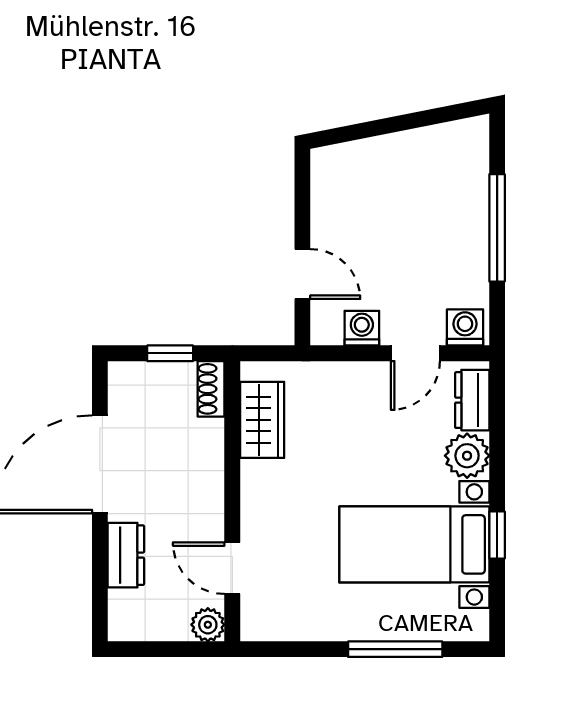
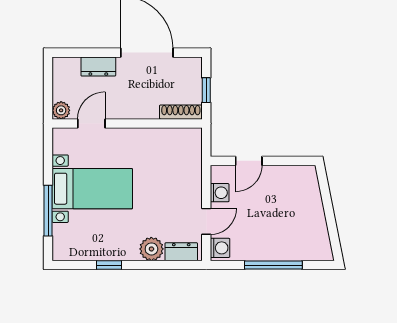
door: (415, 353) -> (206, 221), swing flipped
shoe rack: (211, 389) -> (181, 112), width x1.43
wardrobe: (262, 420) -> (171, 139), removed
bed with nightstands: (414, 544) -> (92, 189), moved, turned 90

